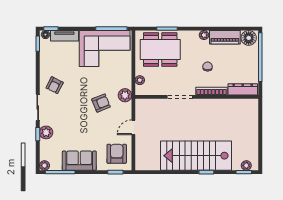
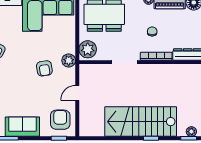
plant: (140, 80) -> (88, 49), width x1.88, depth x1.88
armchair: (101, 103) -> (44, 68), turned 103

